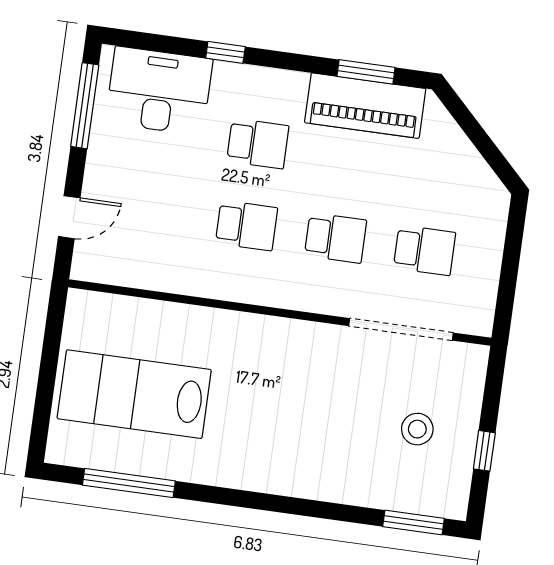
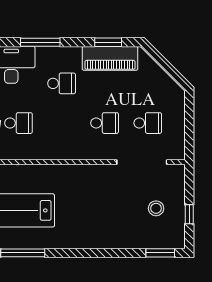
window: (225, 52) -> (40, 42), width x2.17
school desk: (246, 226) -> (18, 123), moved

